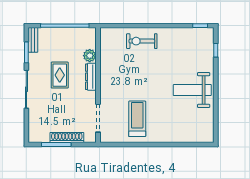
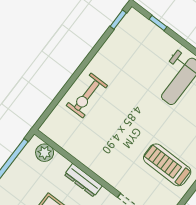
plant: (90, 56) -> (45, 153), moved

